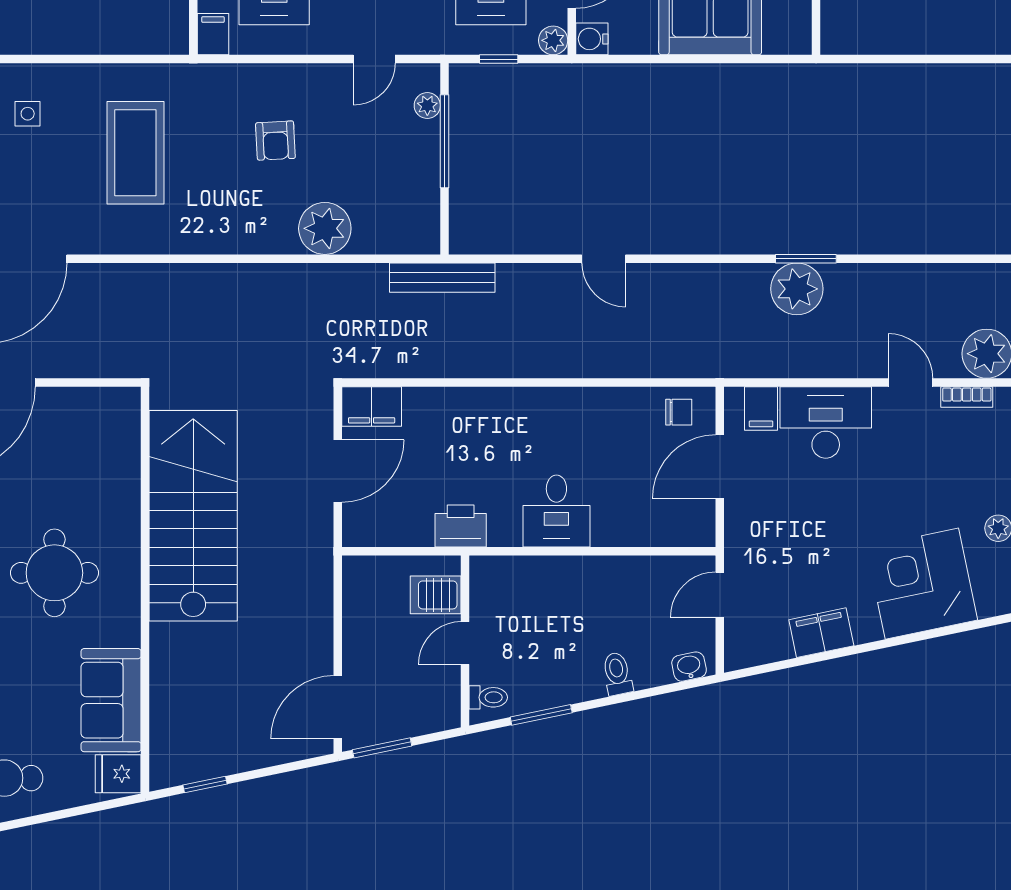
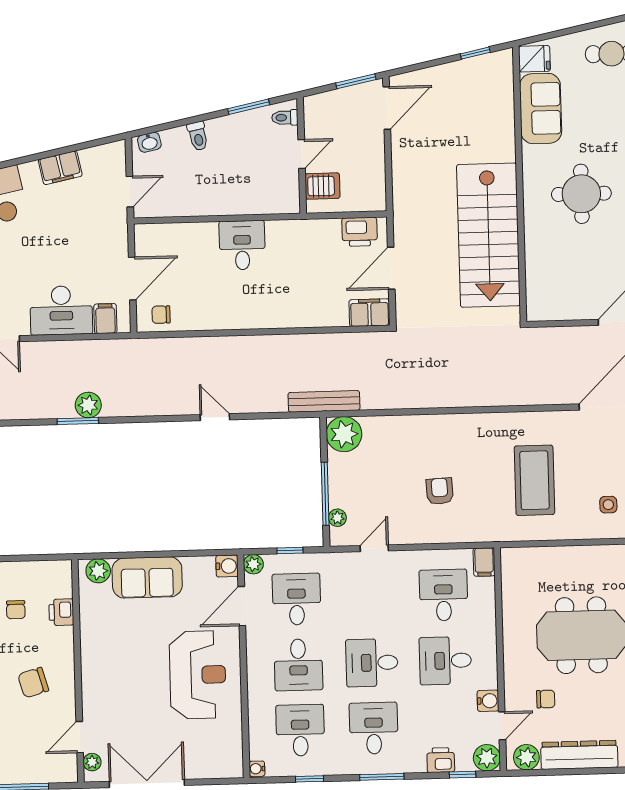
plant: (782, 37) -> (98, 571), added
plant: (325, 228) -> (344, 434), moved
plant: (797, 289) -> (88, 405), width x0.73, depth x0.73
printer: (461, 526) -> (360, 232), moved

